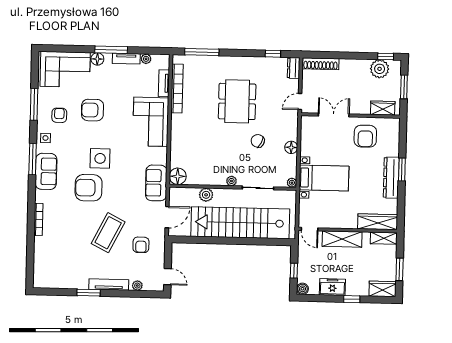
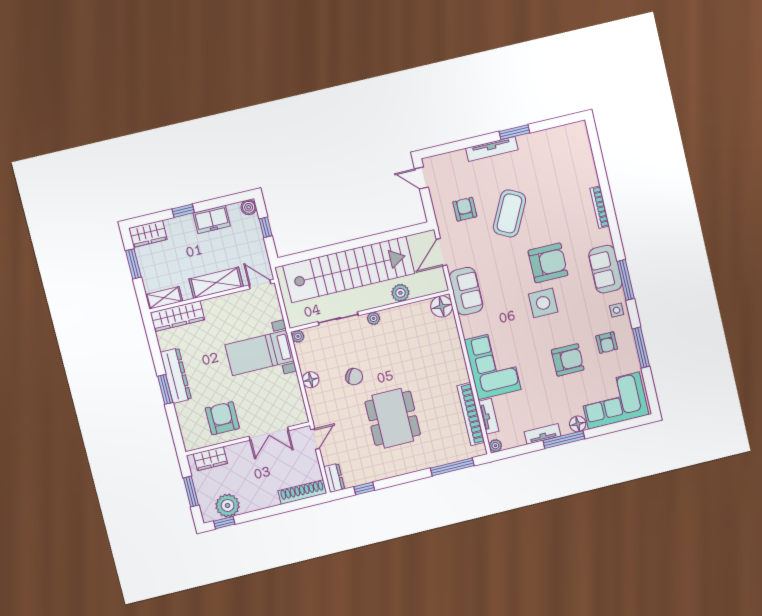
plant: (146, 59) -> (495, 446), moved
plant: (137, 286) -> (456, 157), removed

